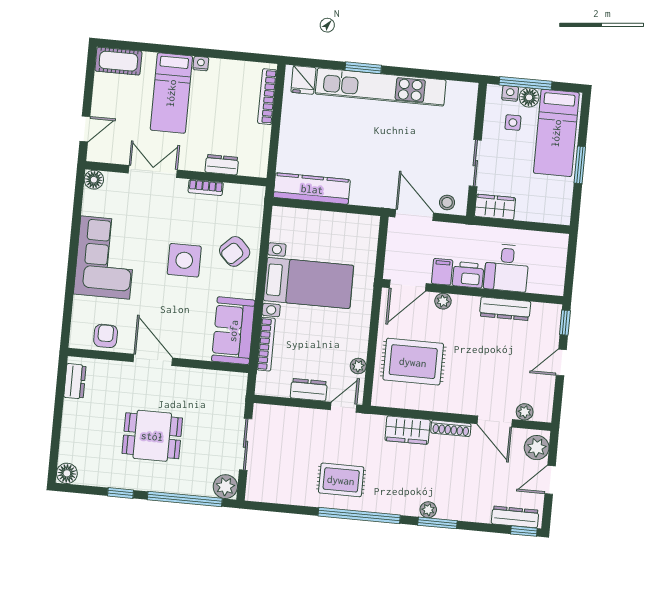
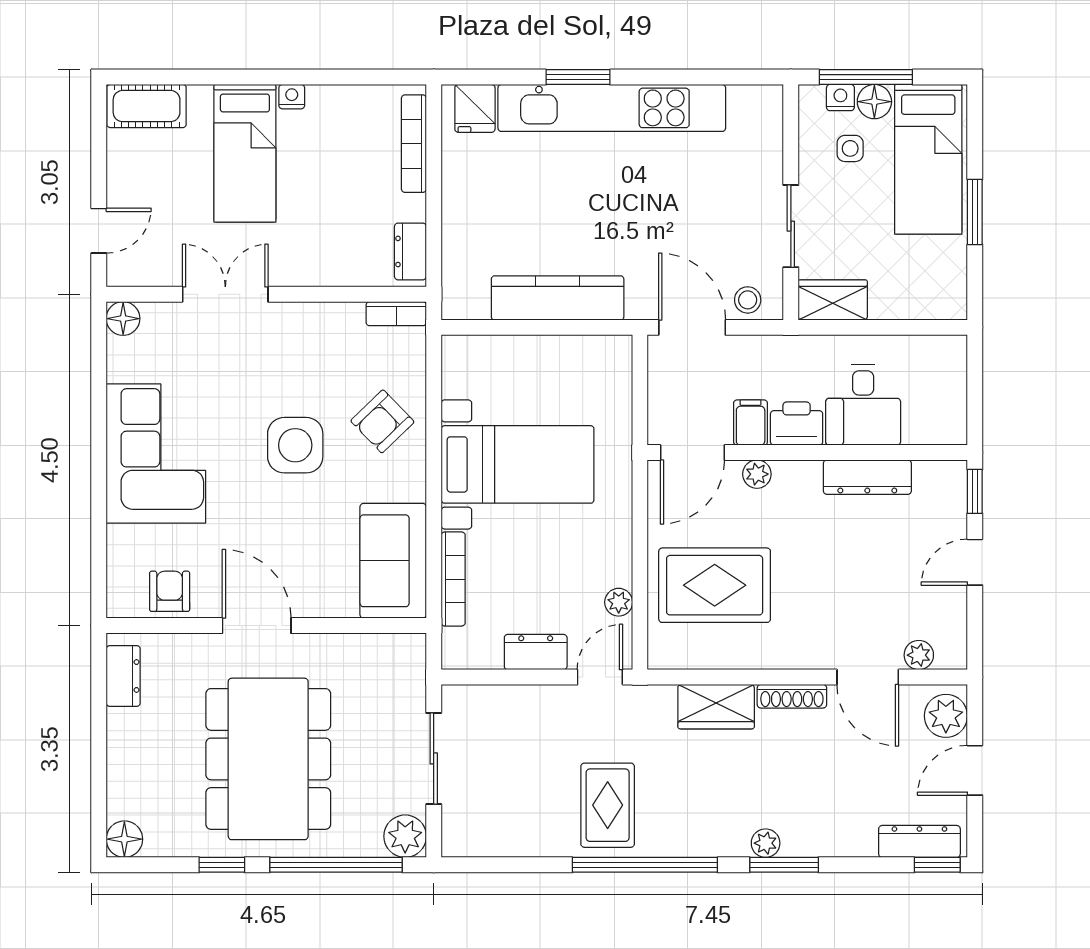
dresser: (222, 165) -> (410, 251), moved, turned -90
bookcase: (206, 187) -> (396, 314), moved
kitchen counter: (312, 189) -> (558, 298), moved
dining table: (152, 436) -> (268, 759), width x1.88, depth x1.24
rug: (341, 480) -> (608, 805), turned 90

